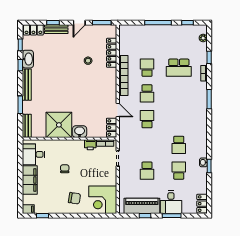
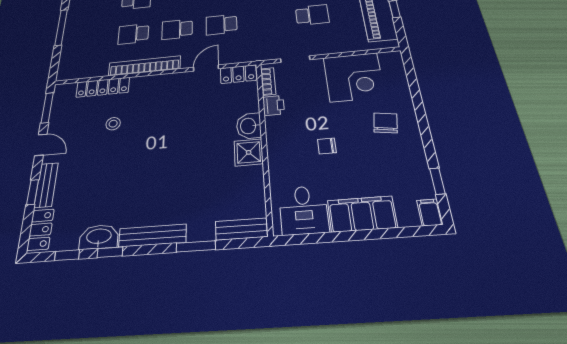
school desk: (147, 93) -> (177, 29), turned 180
shower: (59, 125) -> (249, 152), width x0.54, depth x0.54
corner desk: (103, 200) -> (354, 77), moved

